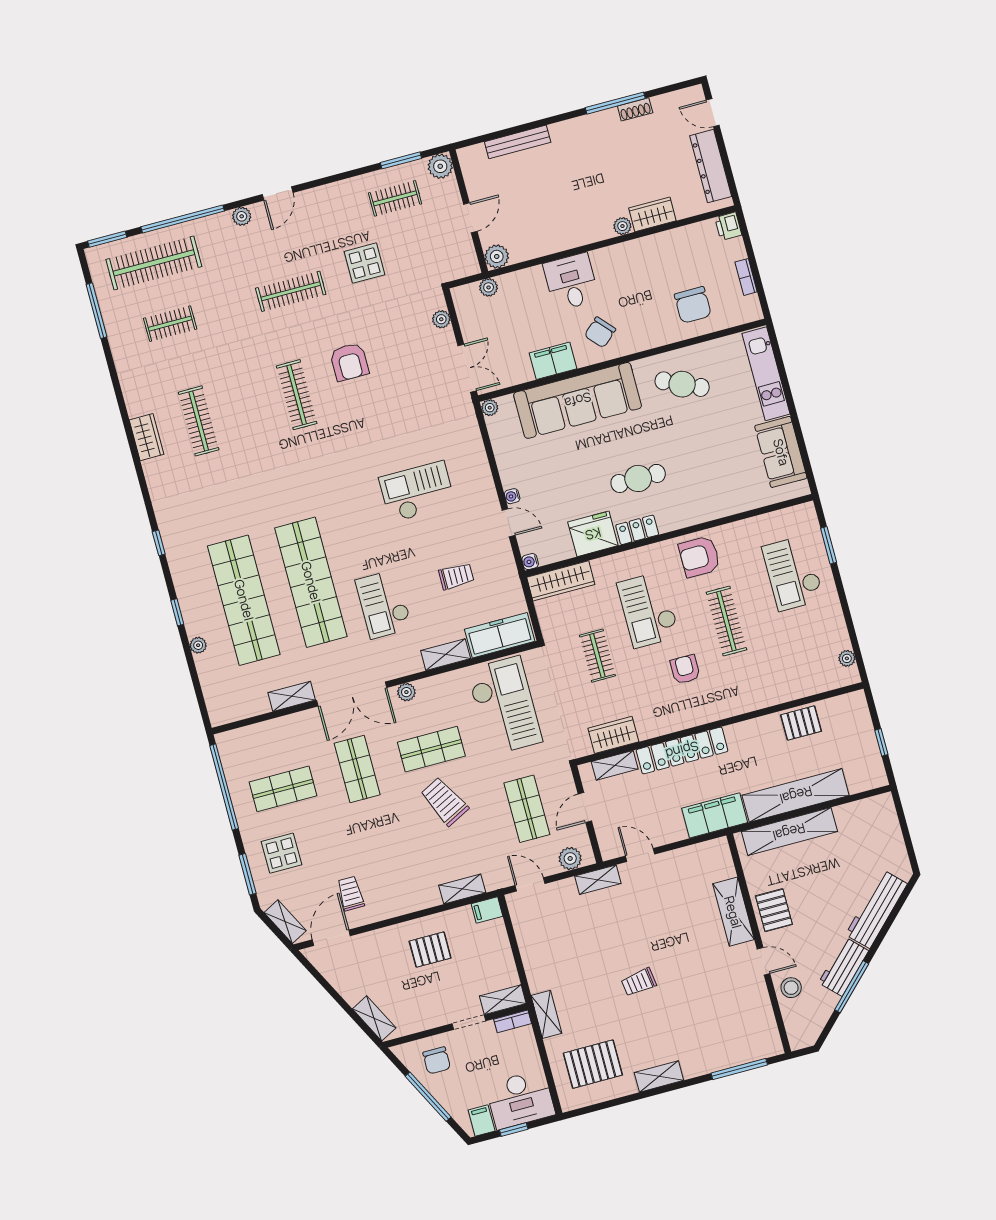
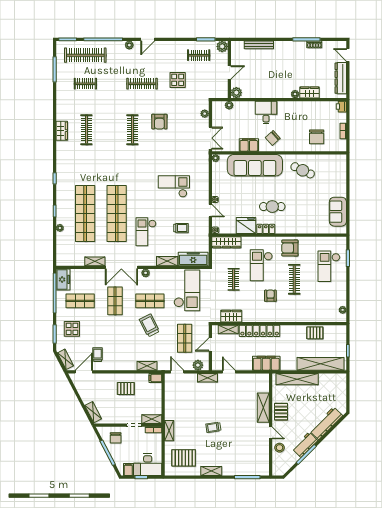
kitchen unit: (766, 374) -> (341, 176), removed
freezer: (234, 753) -> (63, 279), added
shelving: (796, 795) -> (320, 364), moved

